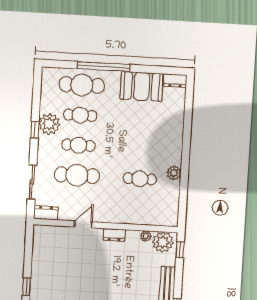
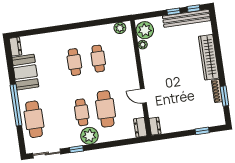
cafe table: (80, 115) -> (74, 62), moved
plant: (49, 124) -> (89, 136), moved
plant: (174, 173) -> (120, 28), moved
sliding door: (32, 182) -> (47, 154), moved
dresser: (114, 235) -> (155, 126), moved
window: (180, 250) -> (173, 11), moved

